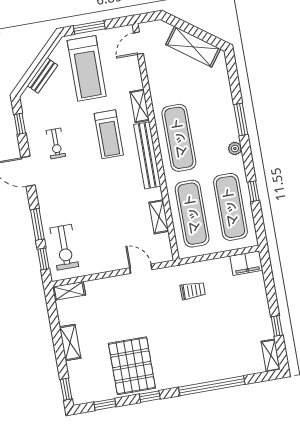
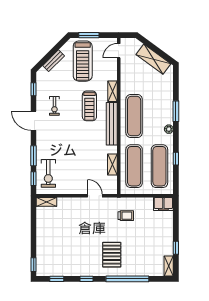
shelving: (70, 342) -> (41, 235), removed
pallet: (132, 366) -> (112, 255), moved, width x0.73, depth x0.71

